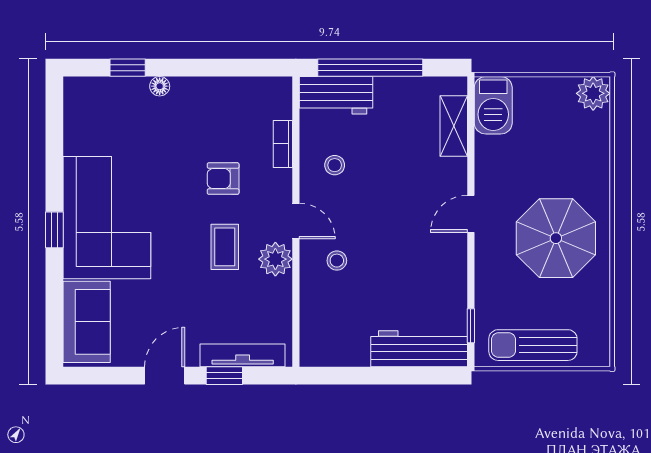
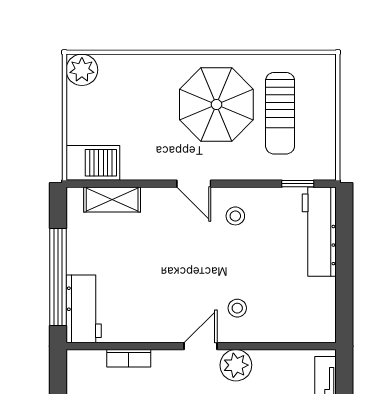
stool: (335, 165) -> (235, 216), moved
sun lounger: (533, 345) -> (280, 113), moved

